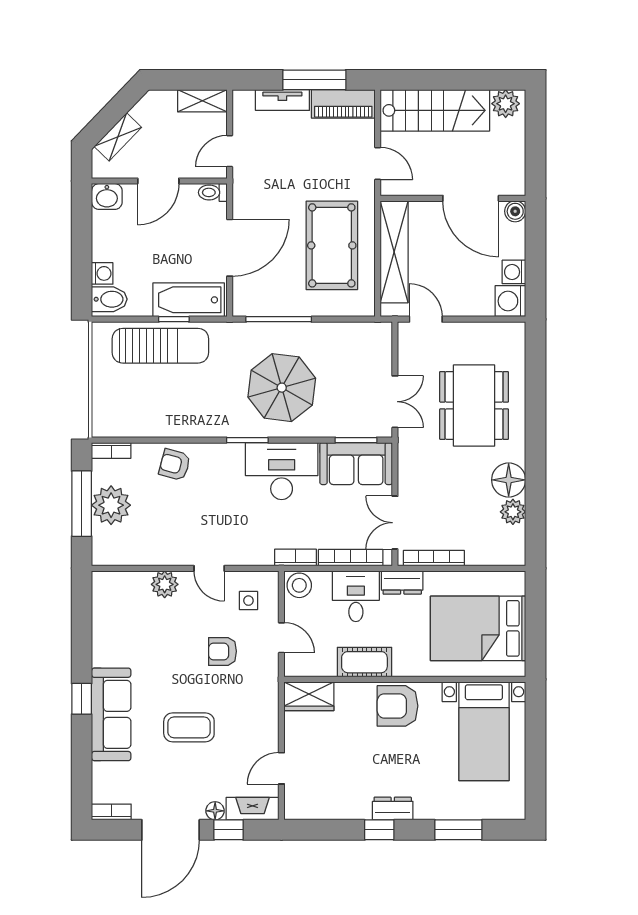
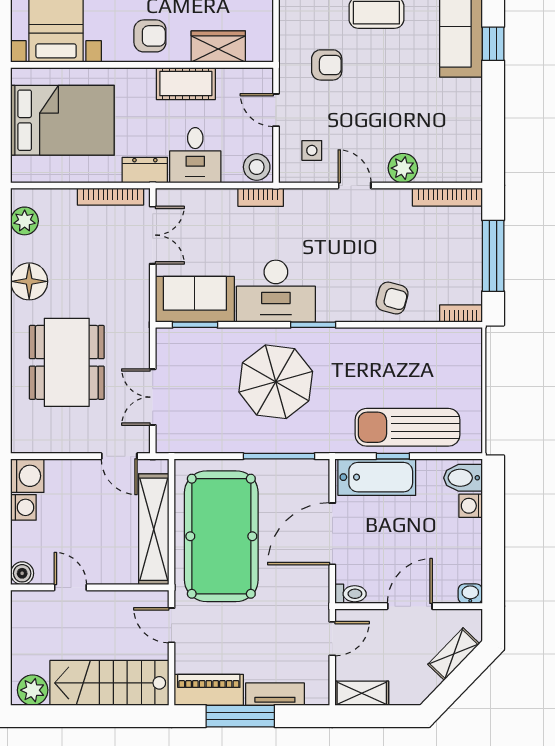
washbasin: (107, 196) -> (470, 594), width x0.72, depth x0.69
door: (471, 198) -> (70, 587), width x0.53
pool table: (332, 245) -> (221, 536), width x1.36, depth x1.32
double door: (395, 402) -> (153, 397), moved
plant: (111, 505) -> (461, 254), removed
plant: (513, 512) -> (25, 221), moved
bookcase: (351, 558) -> (447, 197), moved
armchair: (222, 651) -> (327, 65), moved
wardrobe: (309, 696) -> (218, 46), moved
armchair: (398, 706) -> (150, 36), width x0.72, depth x0.72

